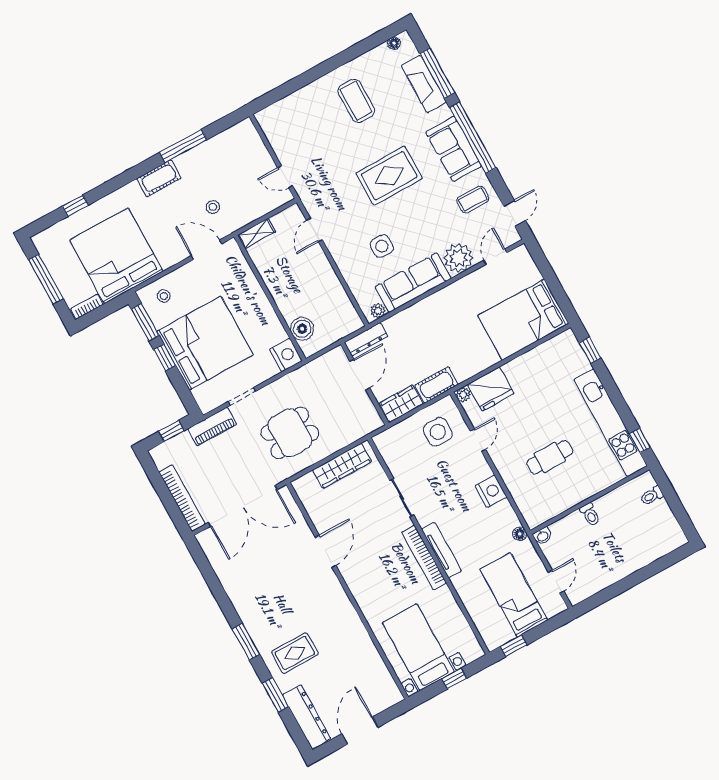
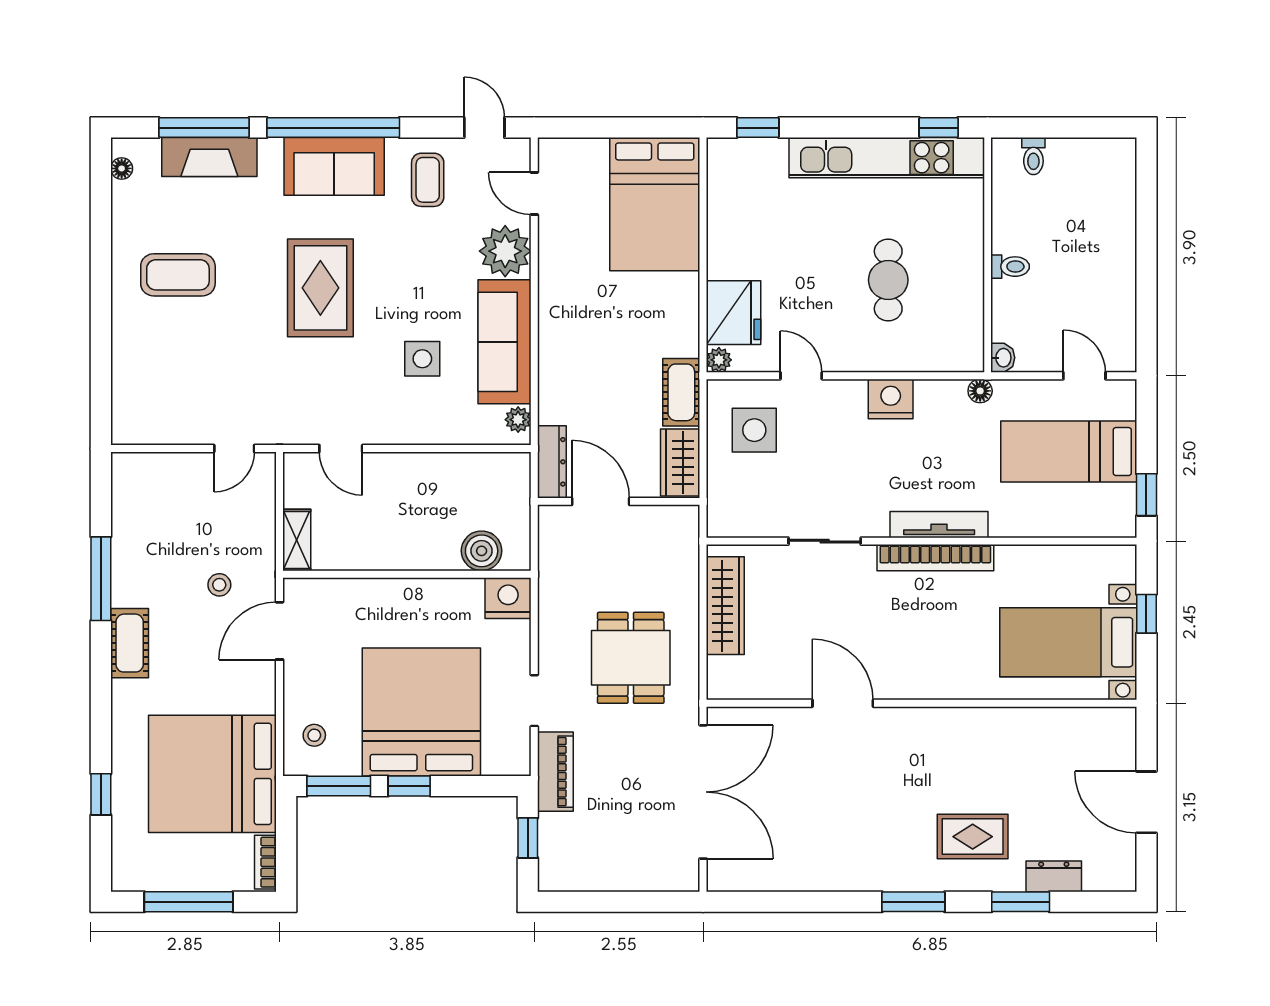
bookcase: (182, 498) -> (640, 878), removed
rug: (295, 653) -> (973, 837), turned 90
dresser: (307, 717) -> (1054, 876), width x0.51, depth x0.80

